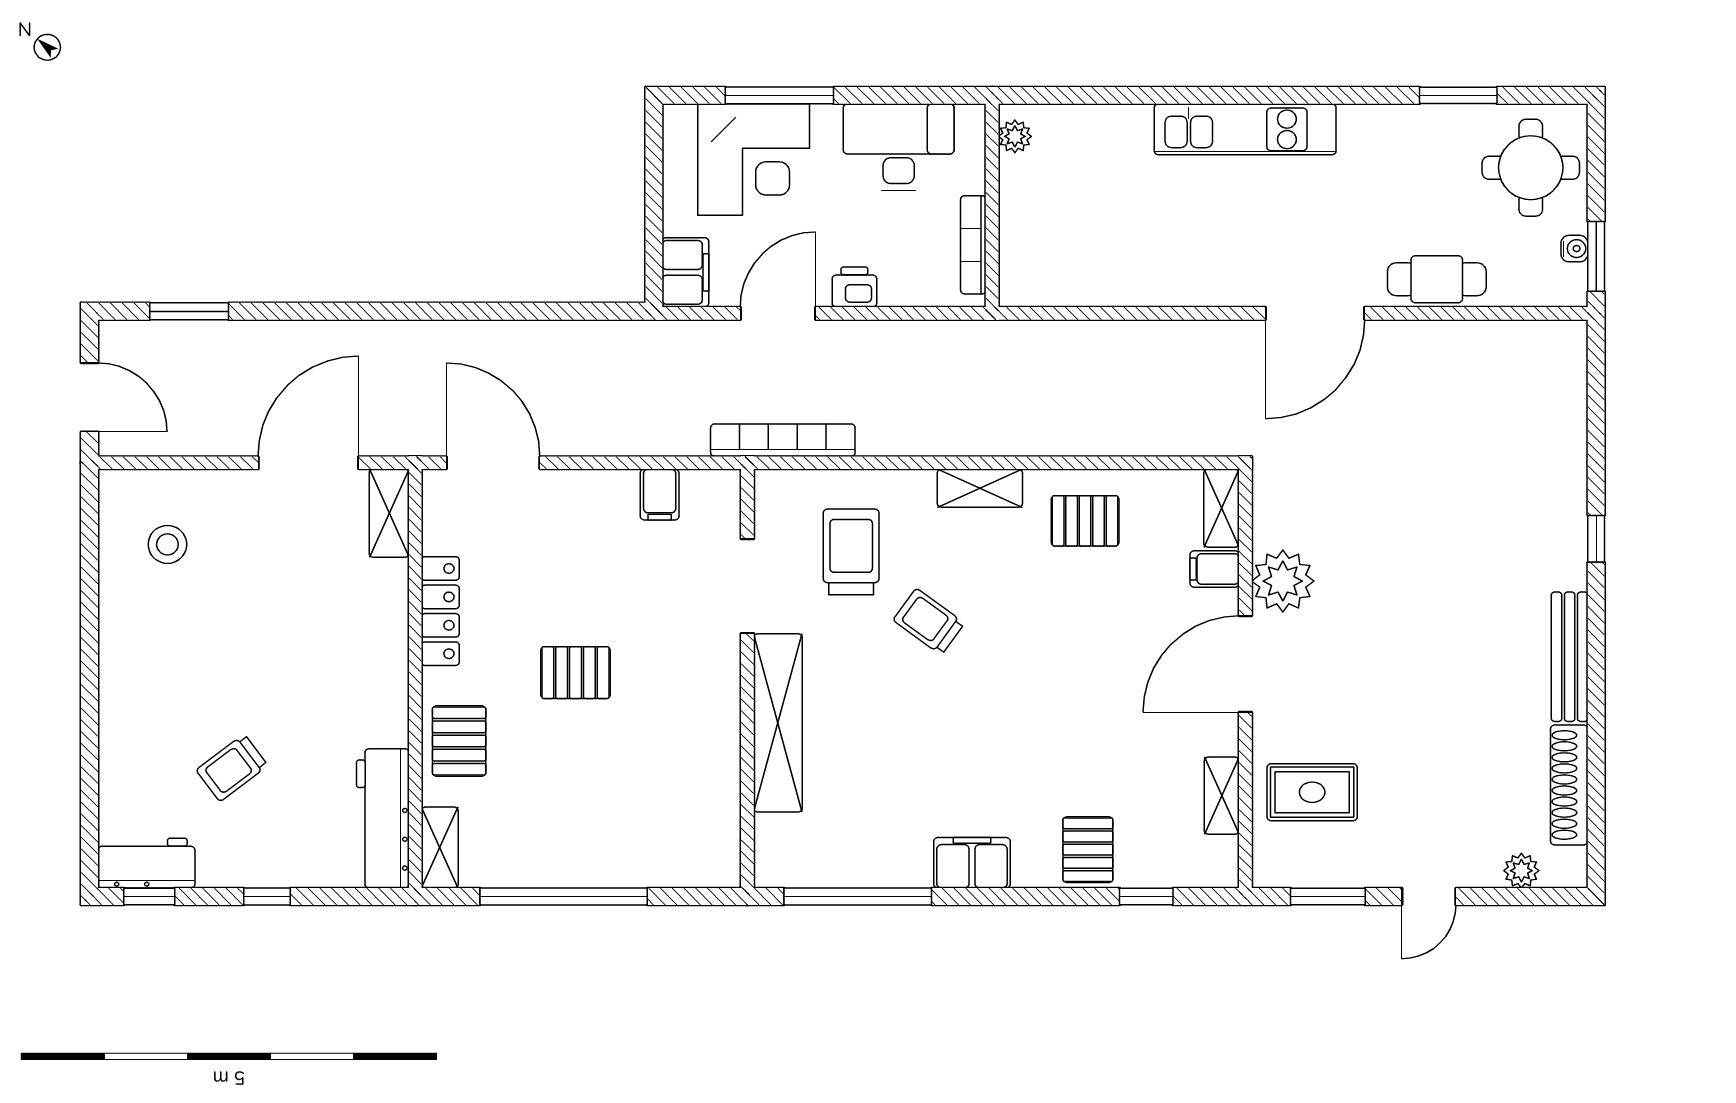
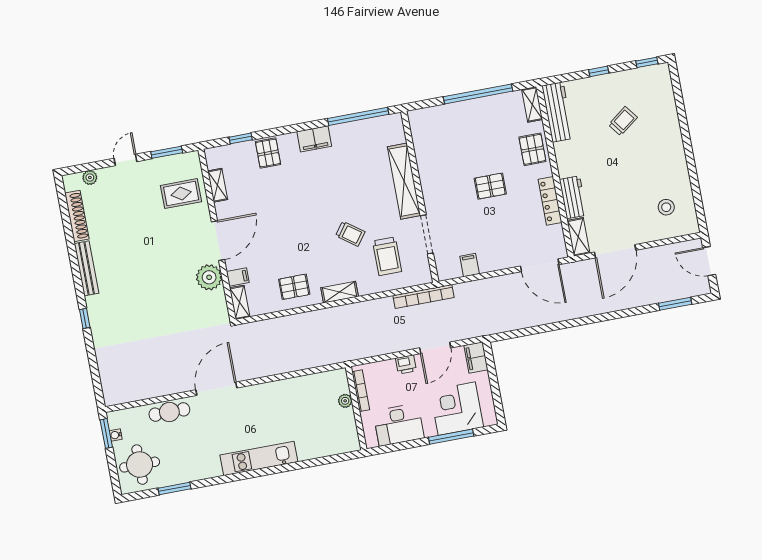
plant: (1015, 136) -> (345, 401), moved
workbench: (146, 863) -> (573, 197), moved, turned -90

